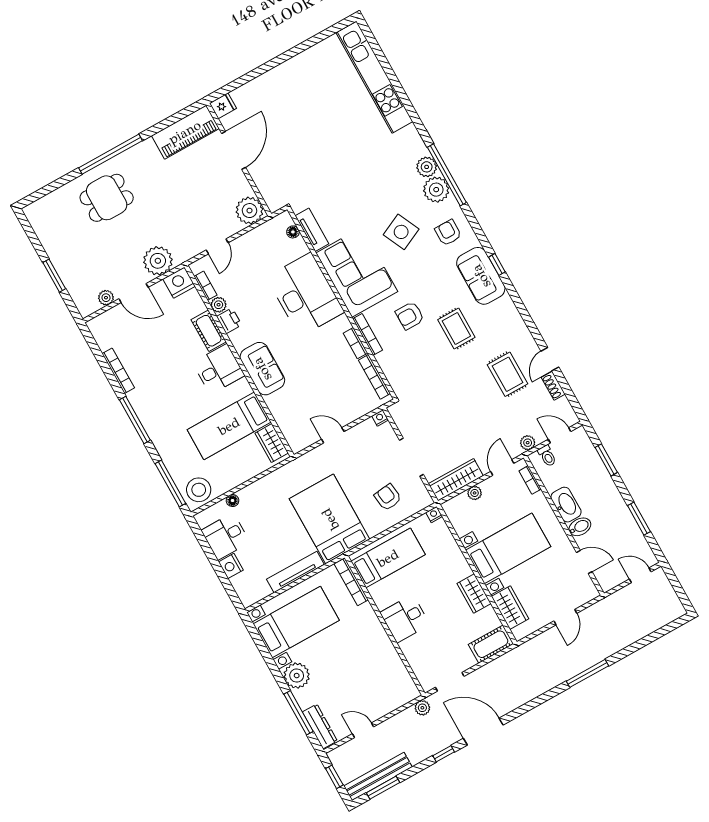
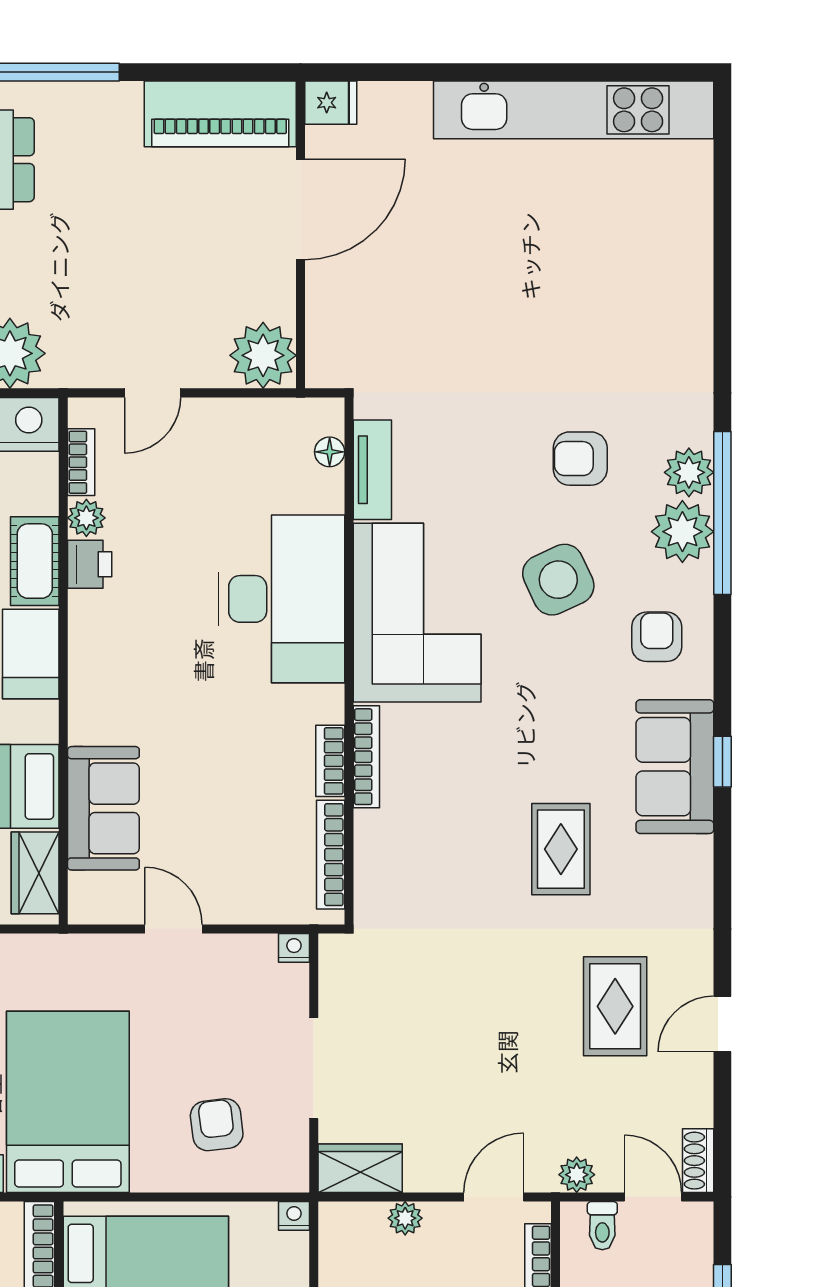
kitchen unit: (374, 77) -> (574, 110), moved, turned -90
armchair: (410, 316) -> (580, 459), moved
sofa: (262, 369) -> (103, 808), moved
shoe rack: (553, 386) -> (698, 1161), moved
wardrobe: (456, 480) -> (360, 1168), width x0.67

